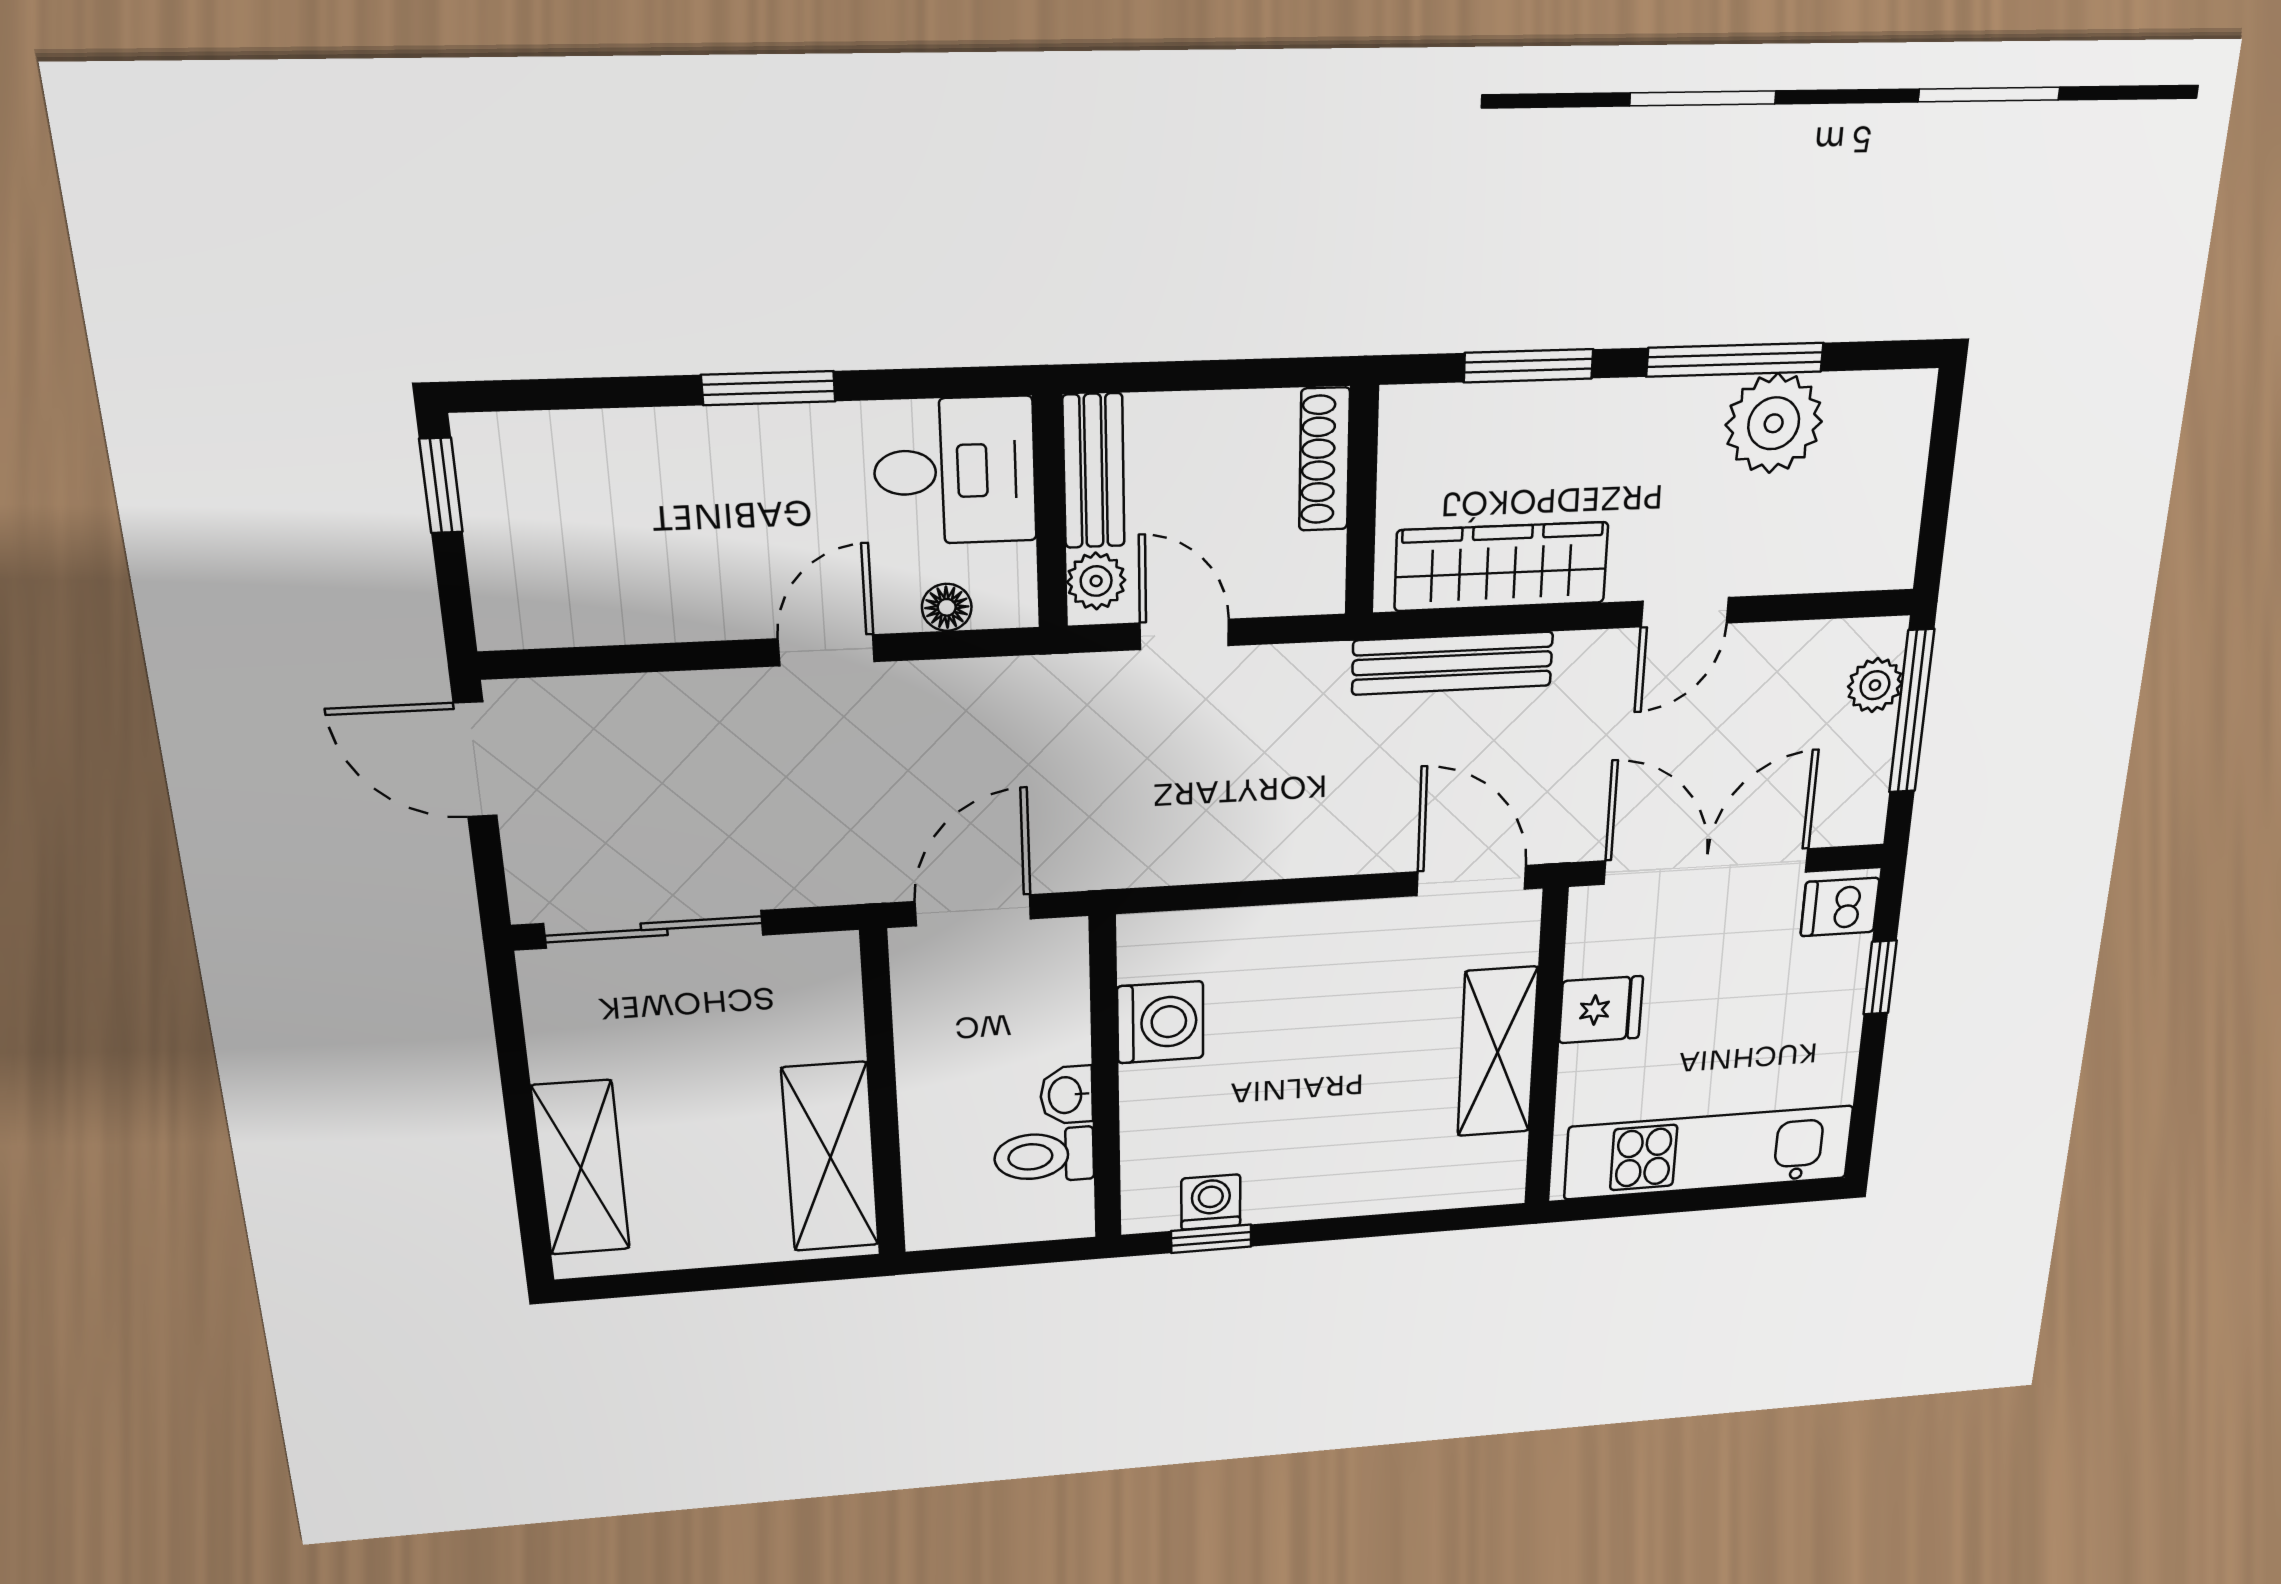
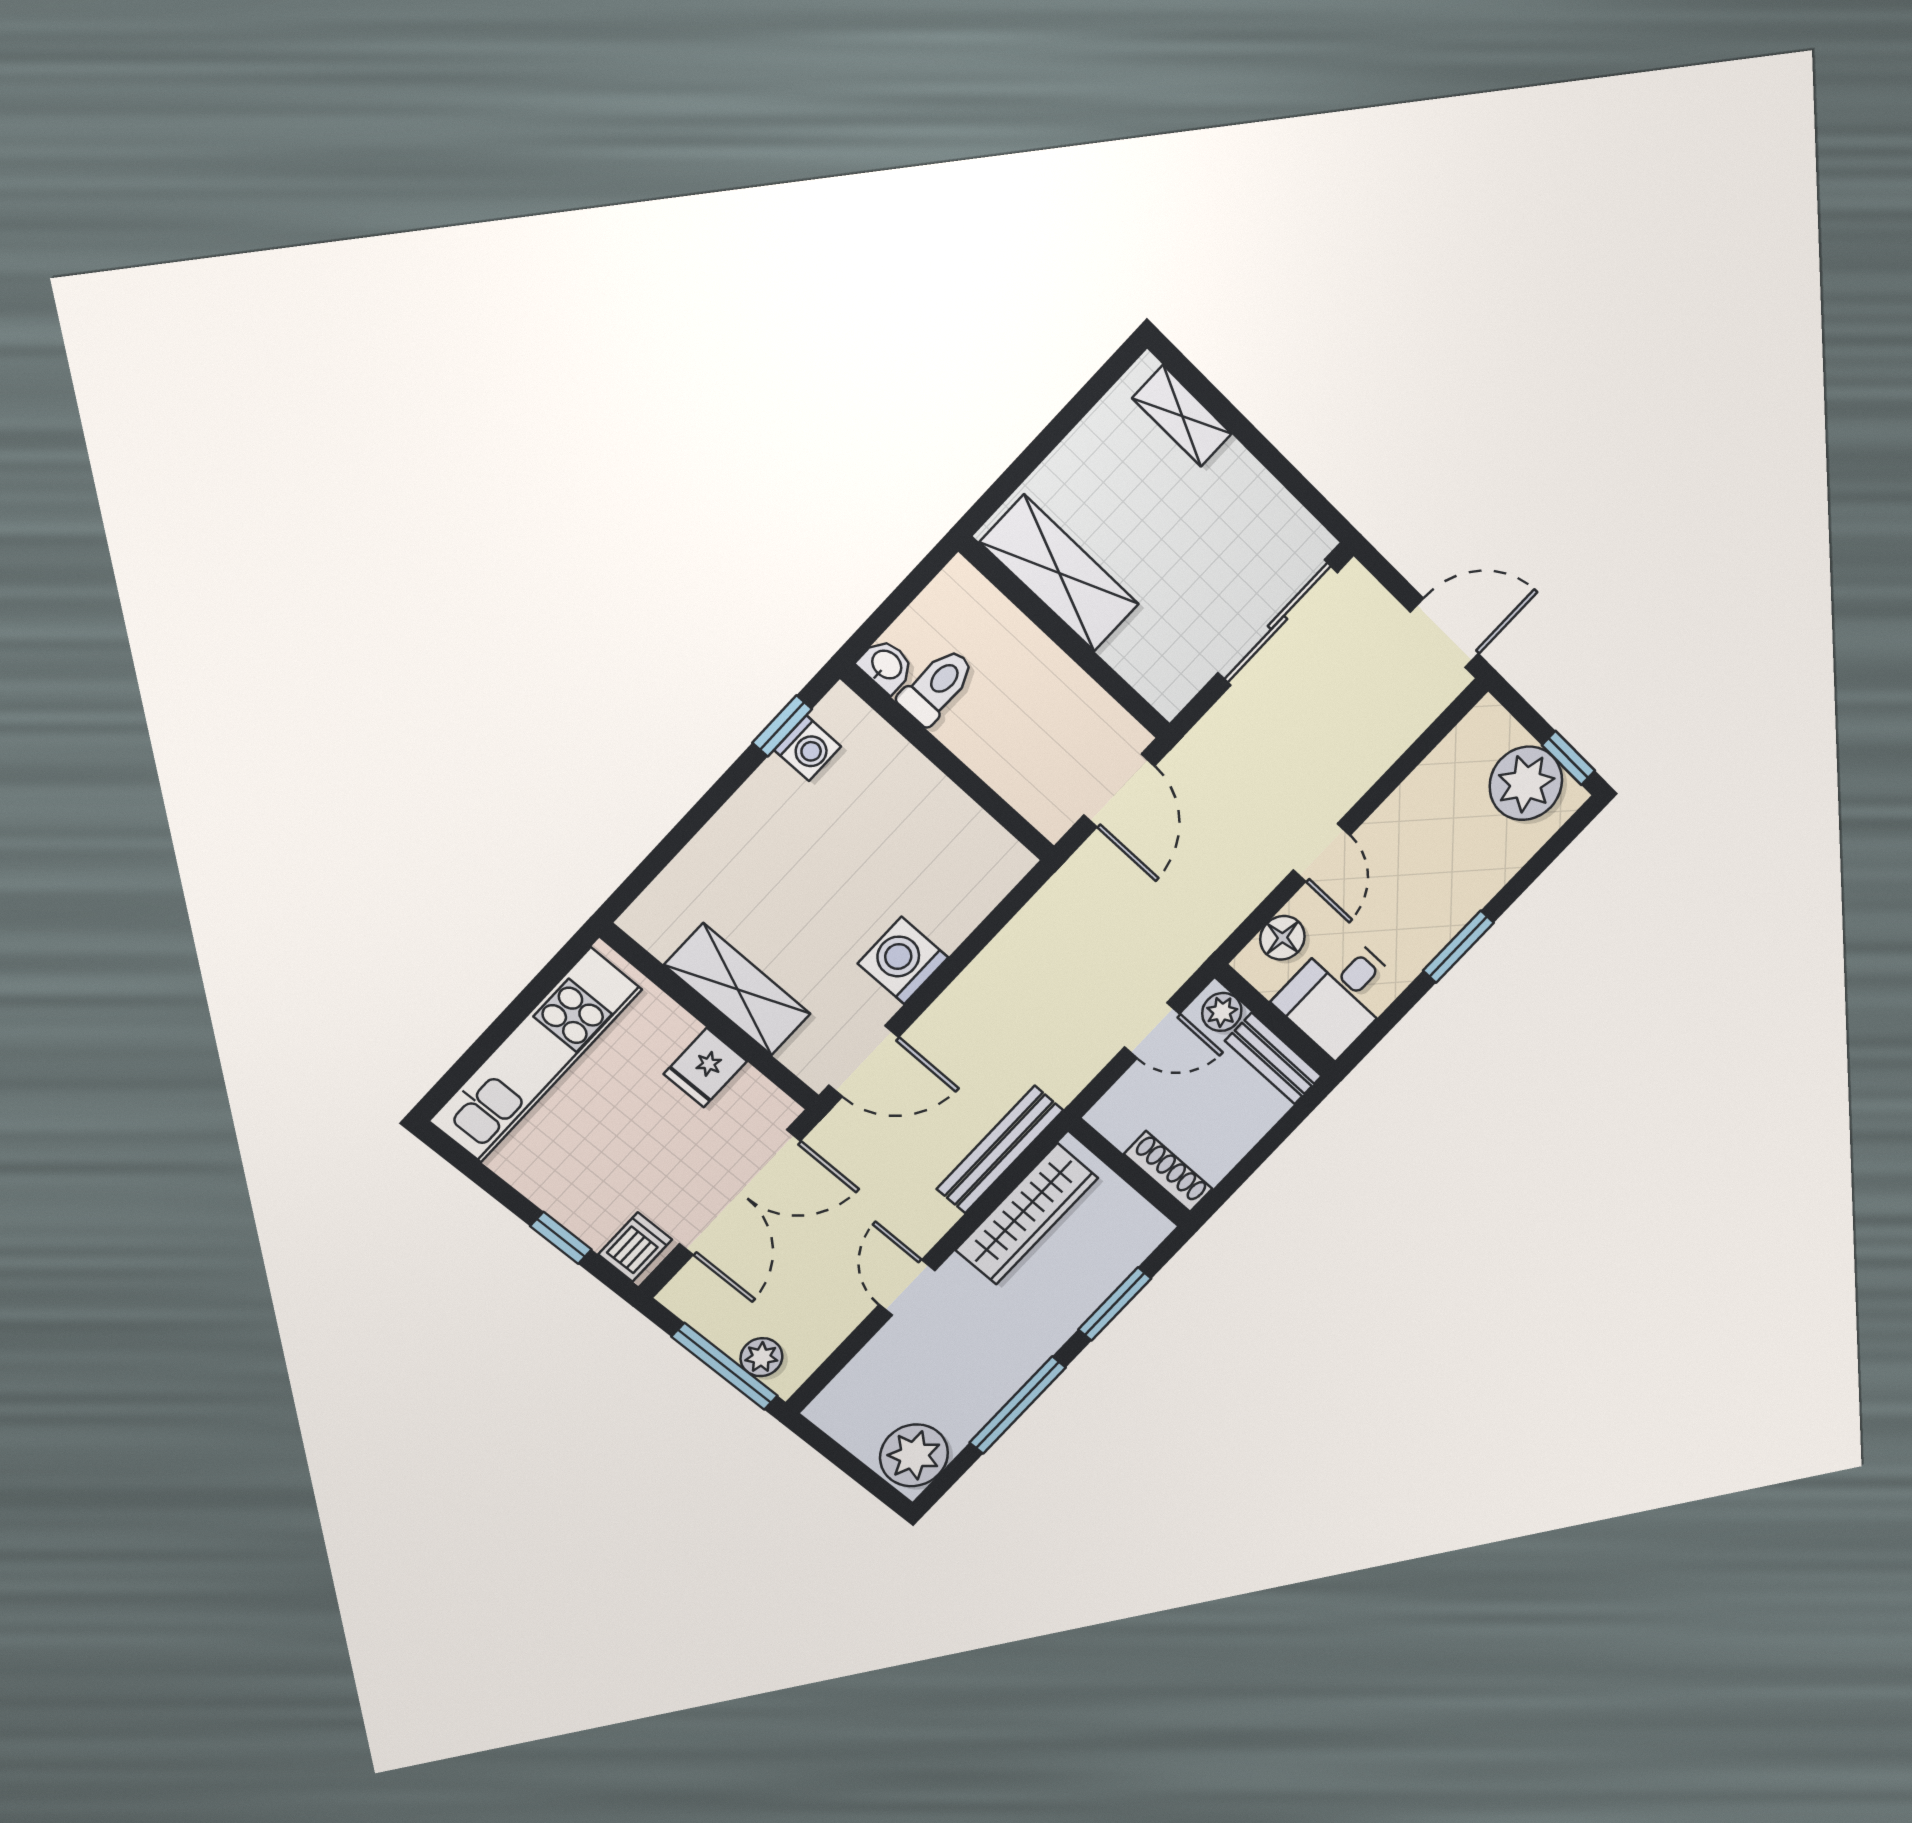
plant: (1774, 423) -> (914, 1455), moved
plant: (520, 505) -> (1526, 783), added
floor lamp: (947, 607) -> (1282, 938), width x1.37, depth x1.37
washing machine: (1160, 1022) -> (903, 961), moved, turned 90
washbasin: (1067, 1095) -> (886, 665), moved
shelving: (581, 1168) -> (1182, 416), width x0.67, depth x0.75

